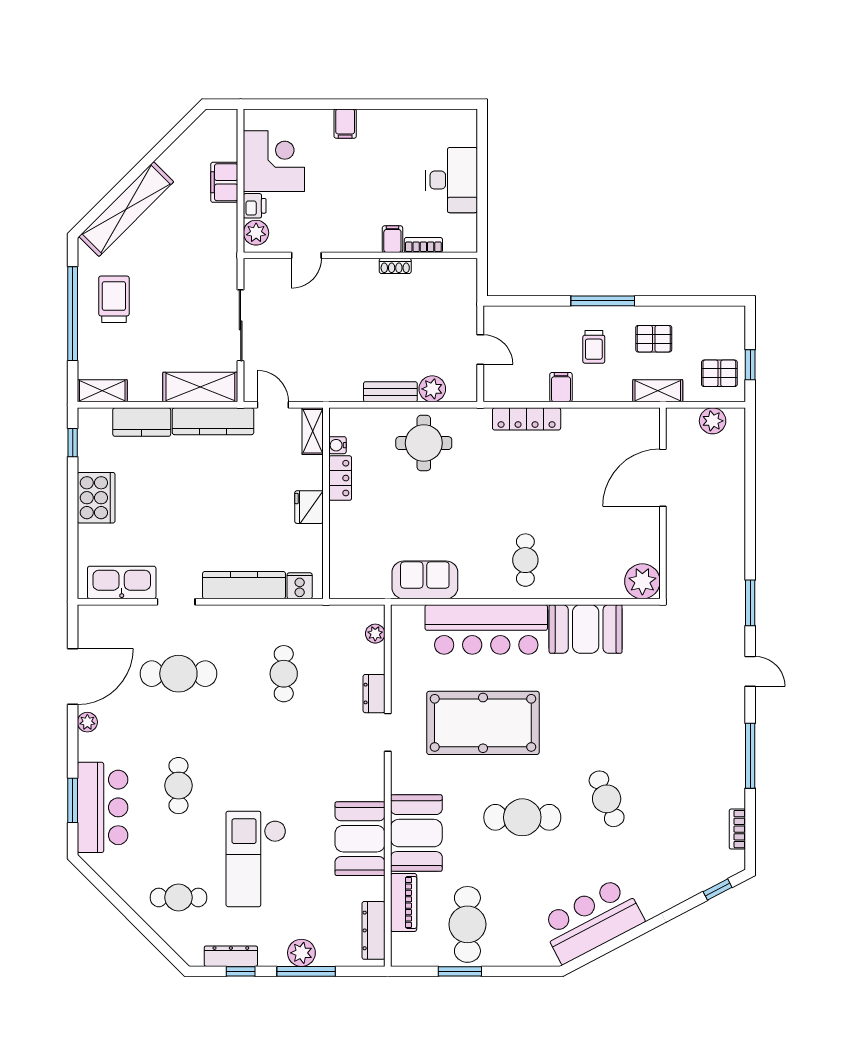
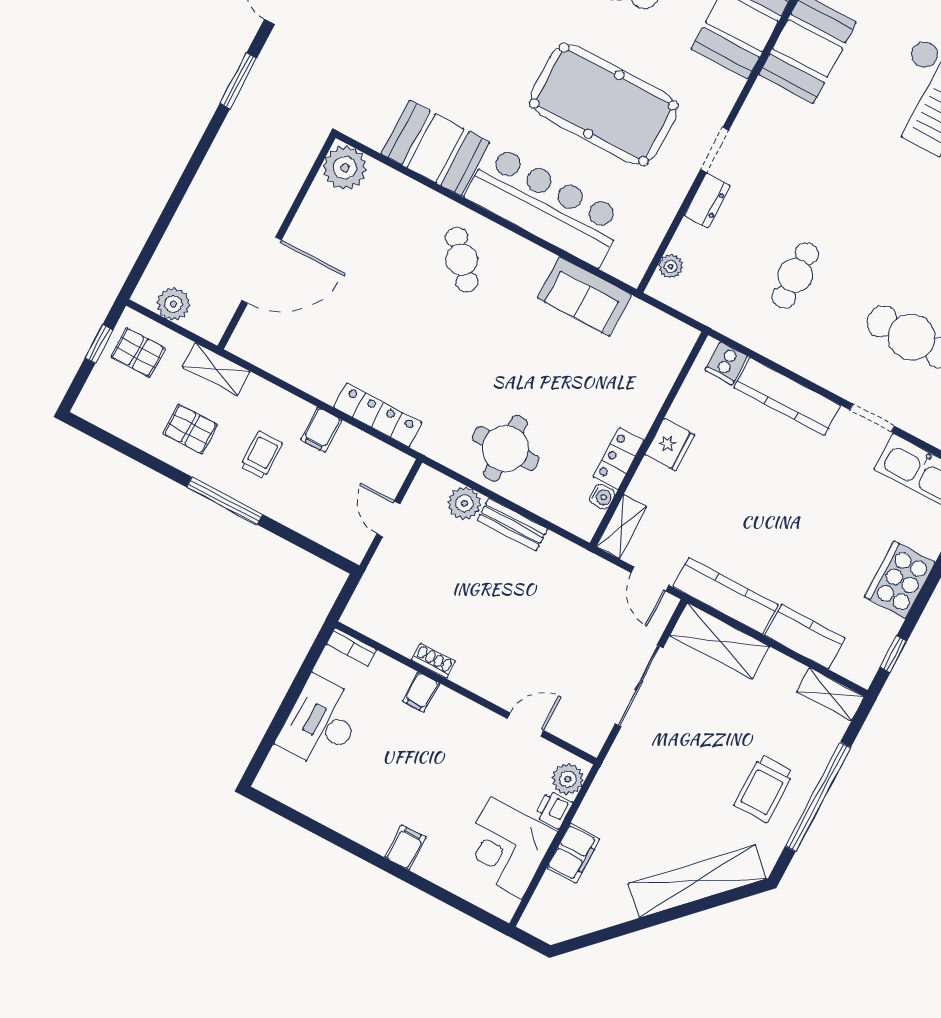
bookcase: (423, 245) -> (351, 647), moved
cafe table: (525, 560) -> (462, 260), turned -41

